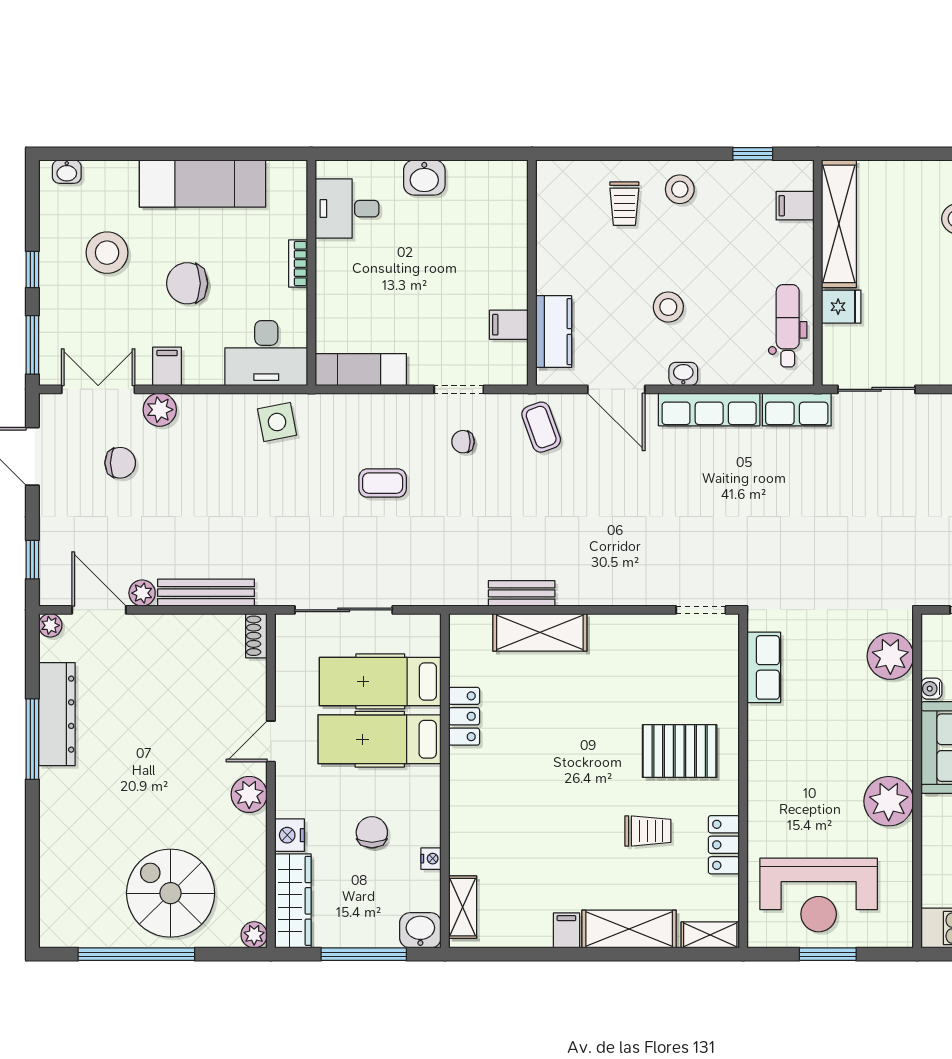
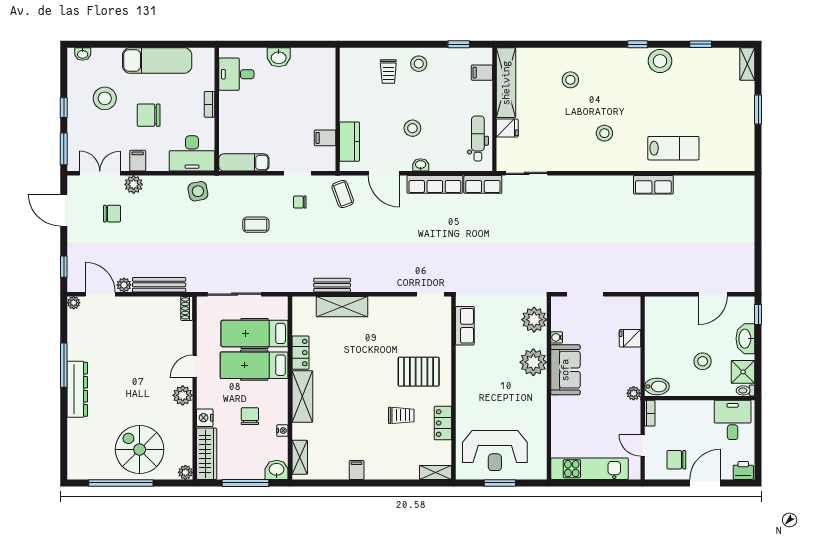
dresser: (57, 714) -> (77, 389), moved
plant: (889, 801) -> (533, 362), moved
shelving: (629, 929) -> (302, 397), moved, turned 90

